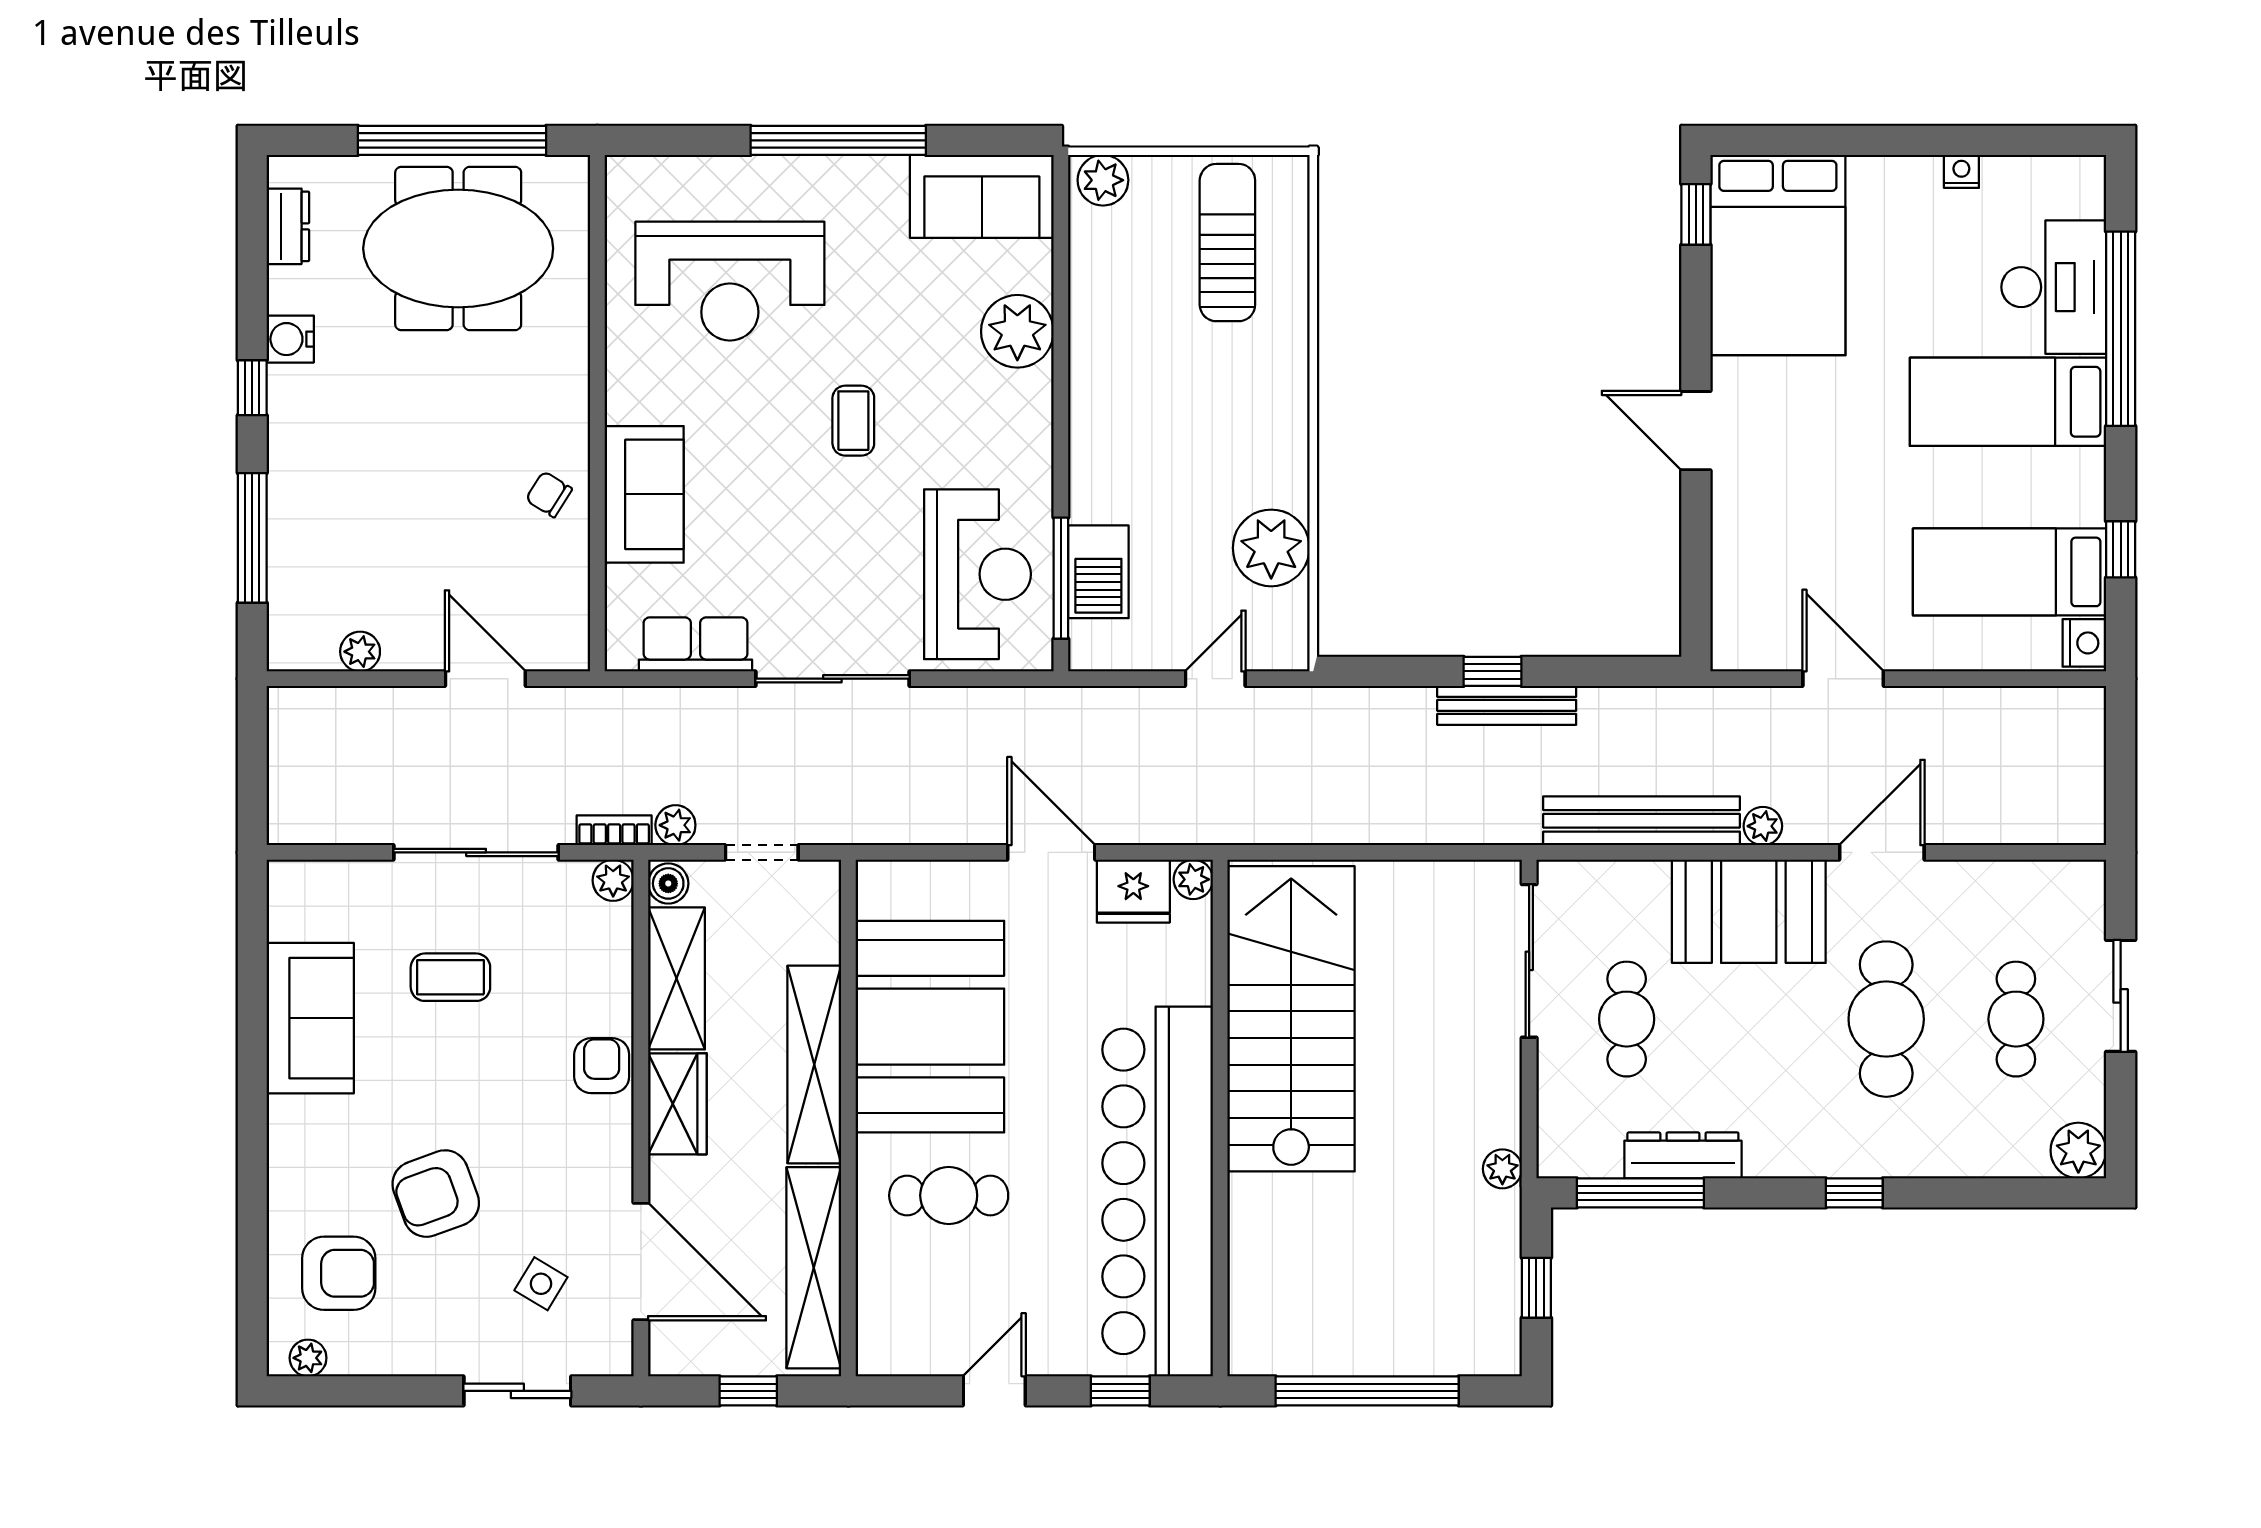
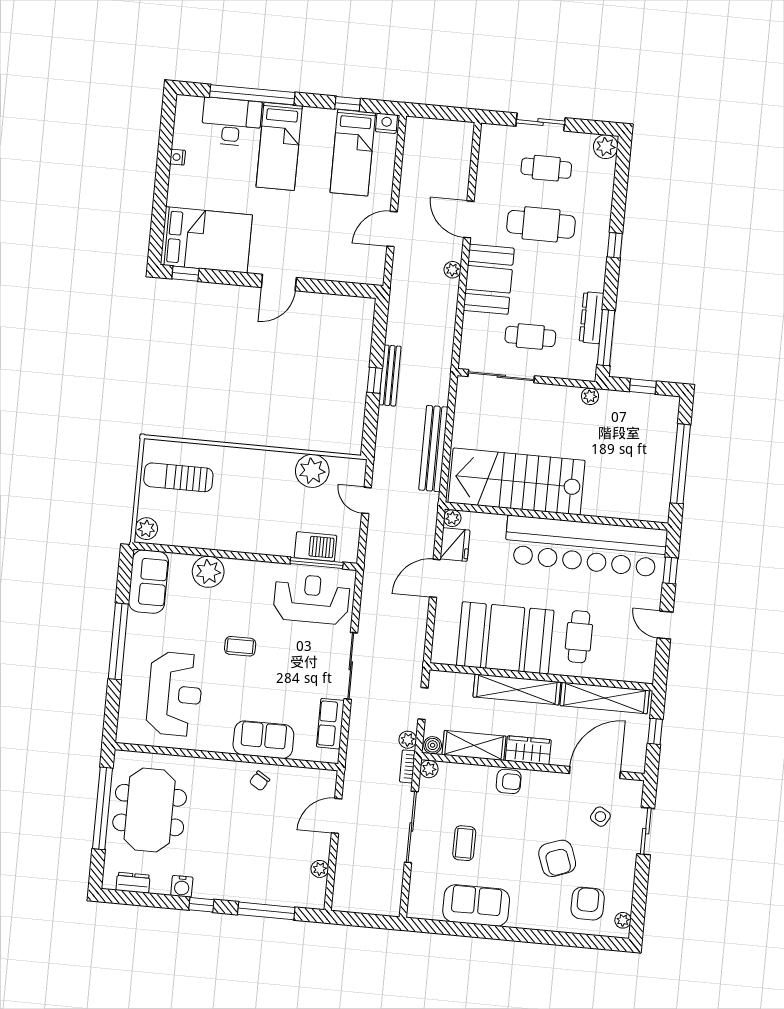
bench: (1641, 821) -> (433, 449), moved
armchair: (602, 1066) -> (509, 781), turned 180

